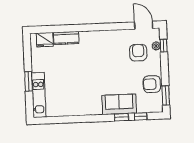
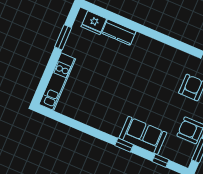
window: (28, 81) -> (63, 37), moved
window: (121, 117) -> (124, 145), moved

